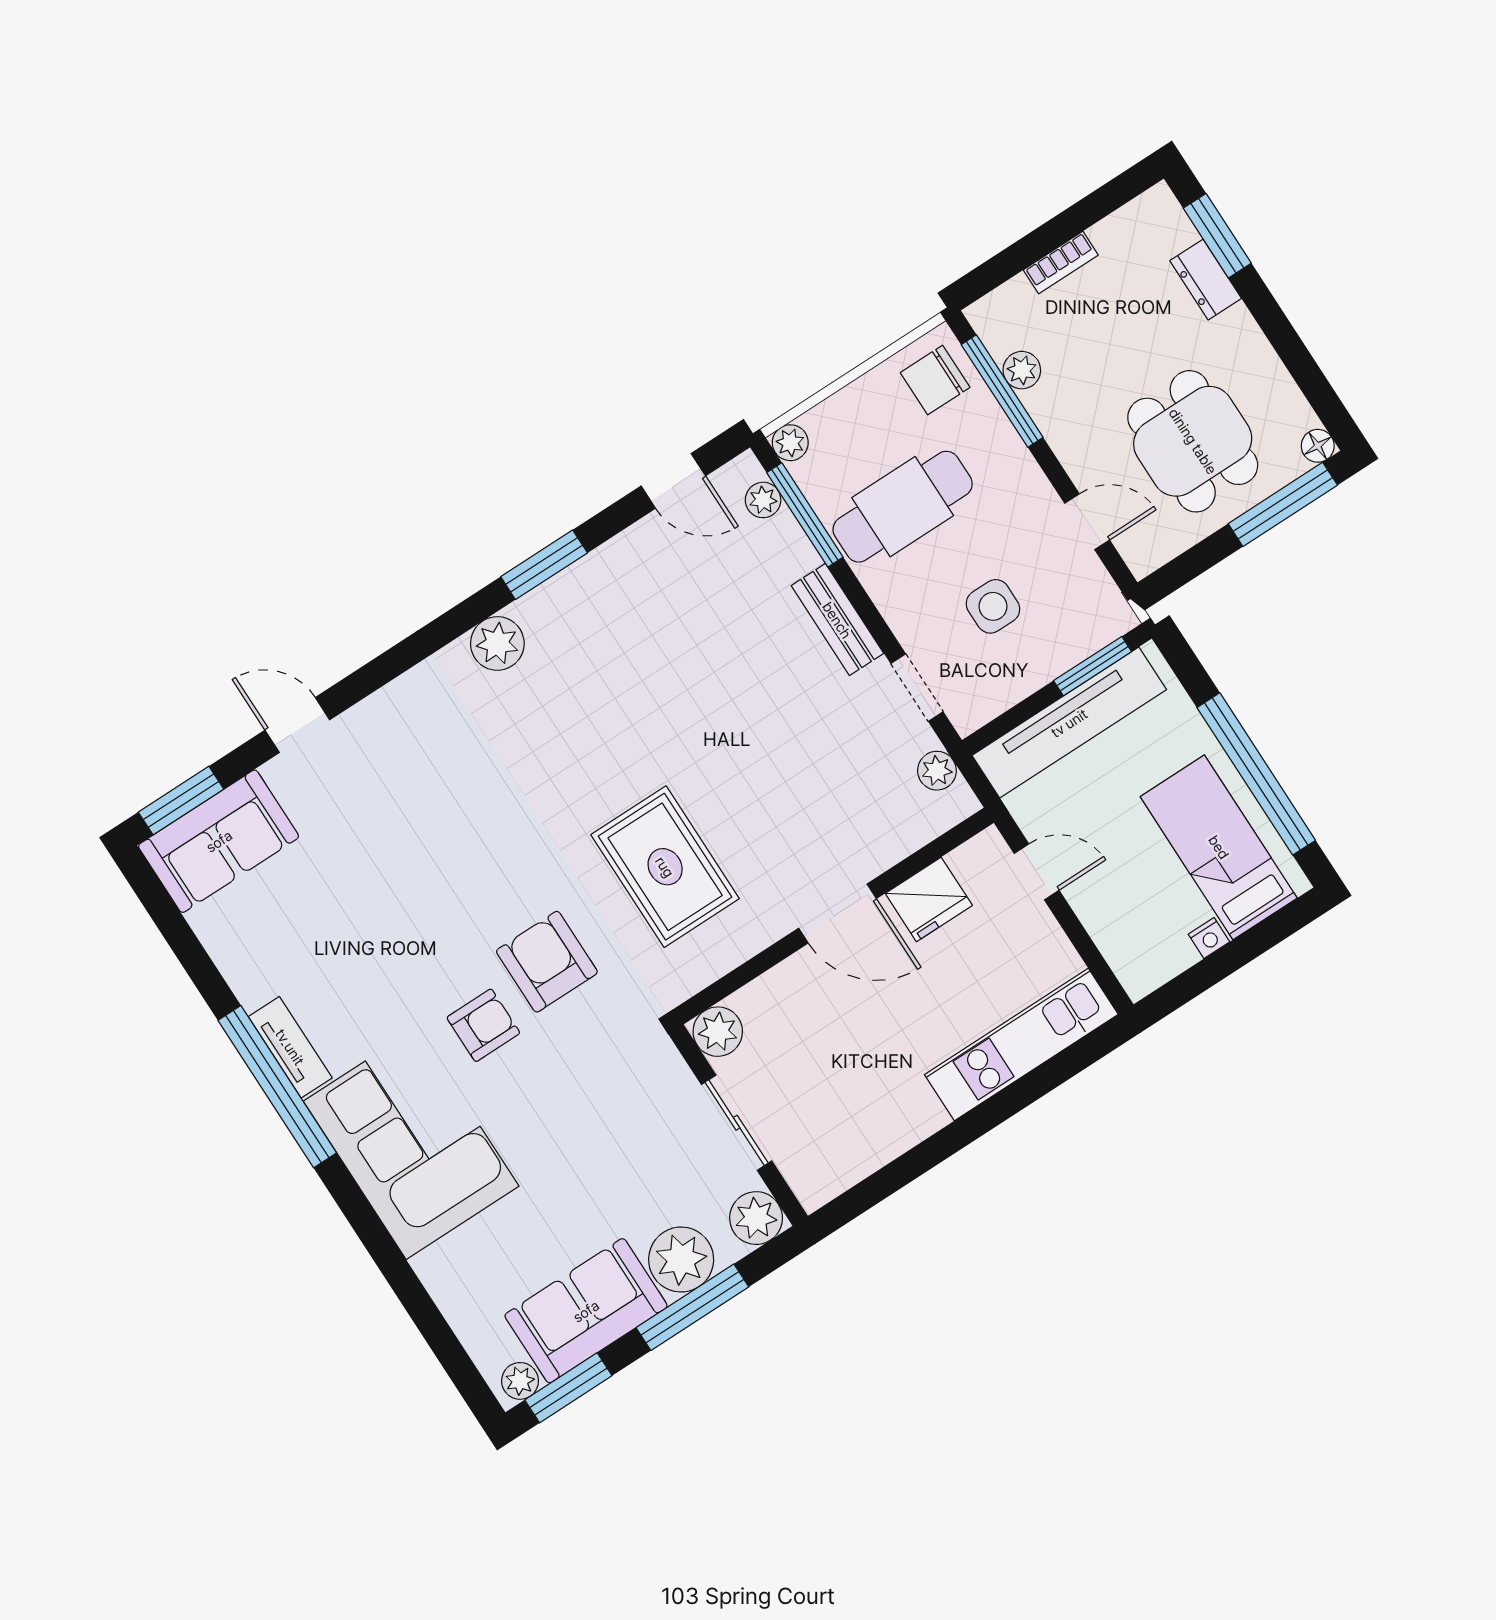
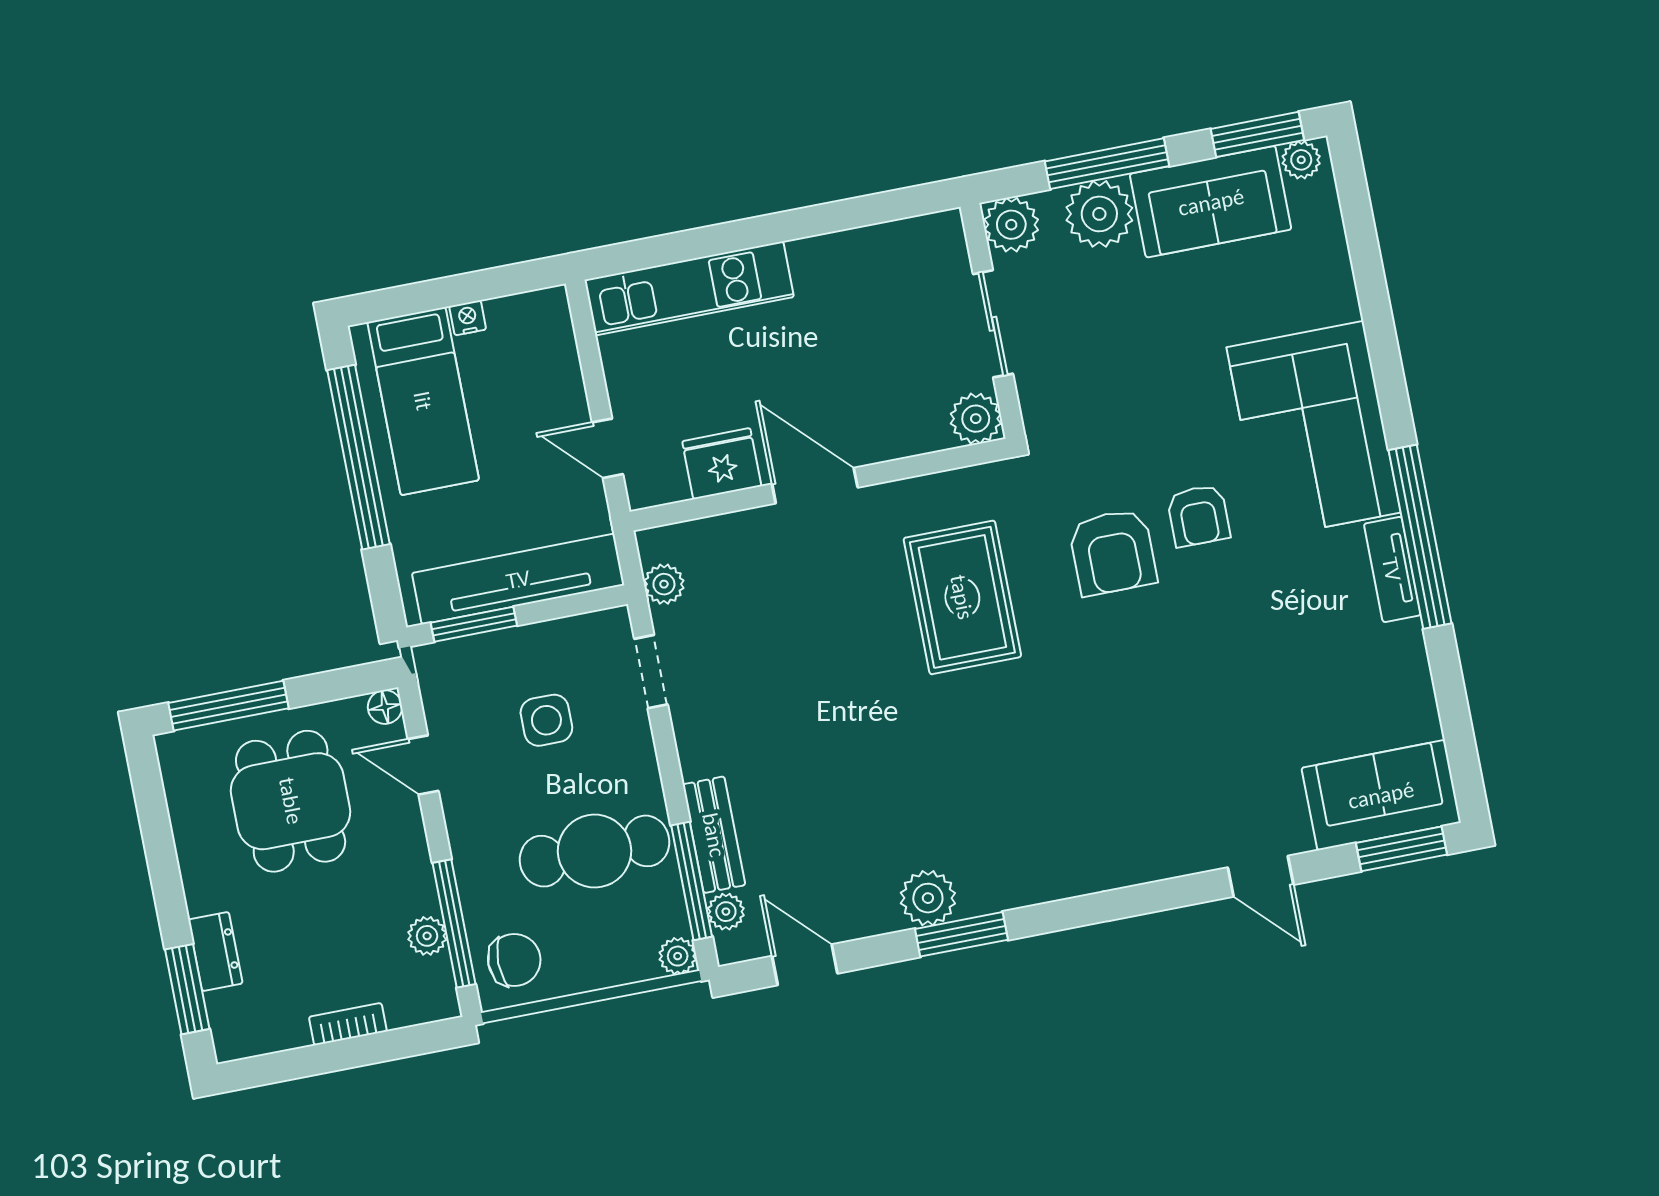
floor lamp: (1318, 446) -> (385, 707), moved
bench: (837, 620) -> (714, 835), moved
plant: (497, 643) -> (928, 898), moved
armchair: (483, 1025) -> (1198, 516), turned -90

